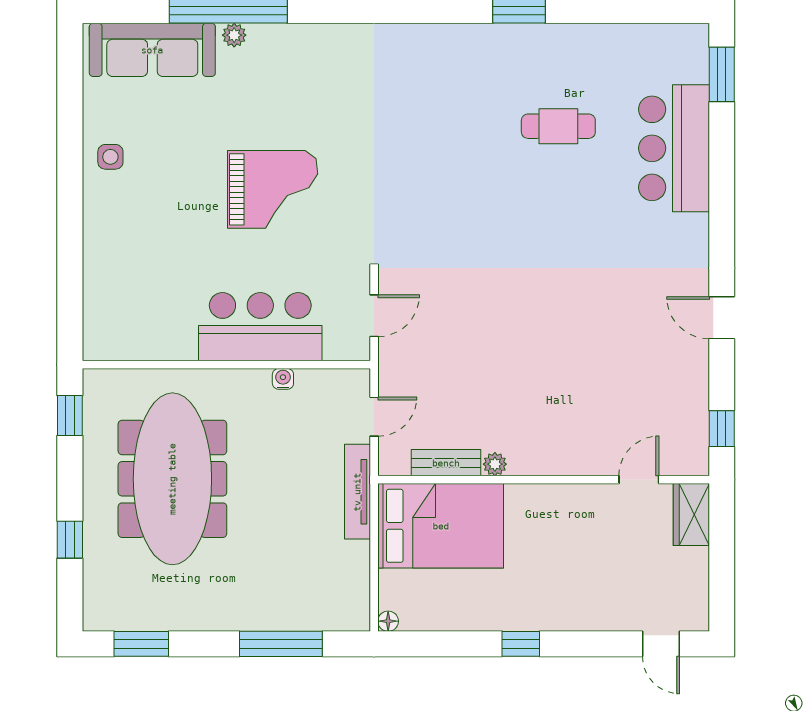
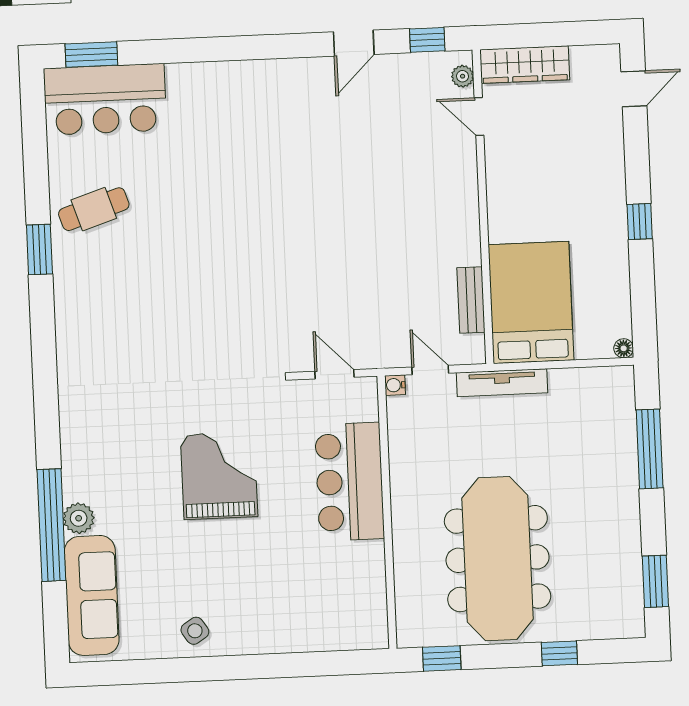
plant: (234, 35) -> (79, 518), width x1.38, depth x1.38
cafe table: (558, 126) -> (94, 209), moved, turned 72
bar counter: (674, 148) -> (105, 99), moved
side table: (110, 157) -> (195, 631), turned -33
door: (722, 318) -> (354, 43), moved
water cooler: (283, 379) -> (395, 385), moved
plant: (495, 464) -> (463, 76), moved
meeting table: (172, 479) -> (498, 559), turned 90
wardrobe: (691, 514) -> (525, 65), width x1.50

